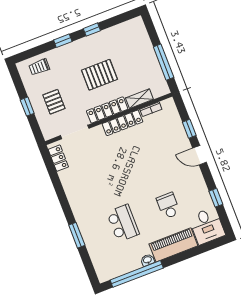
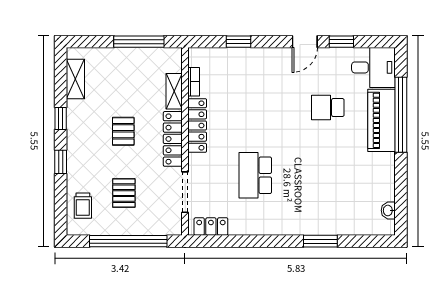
shelving: (122, 29) -> (75, 79), added
pallet: (99, 75) -> (123, 131), width x0.67, depth x0.71
pallet: (54, 102) -> (124, 193), moved, turned 90
window: (27, 107) -> (128, 241), width x3.17
door: (199, 155) -> (305, 42), moved
school desk: (123, 223) -> (255, 175), moved, turned -90
washbasin: (147, 260) -> (388, 210), moved
window: (137, 274) -> (401, 115), moved

